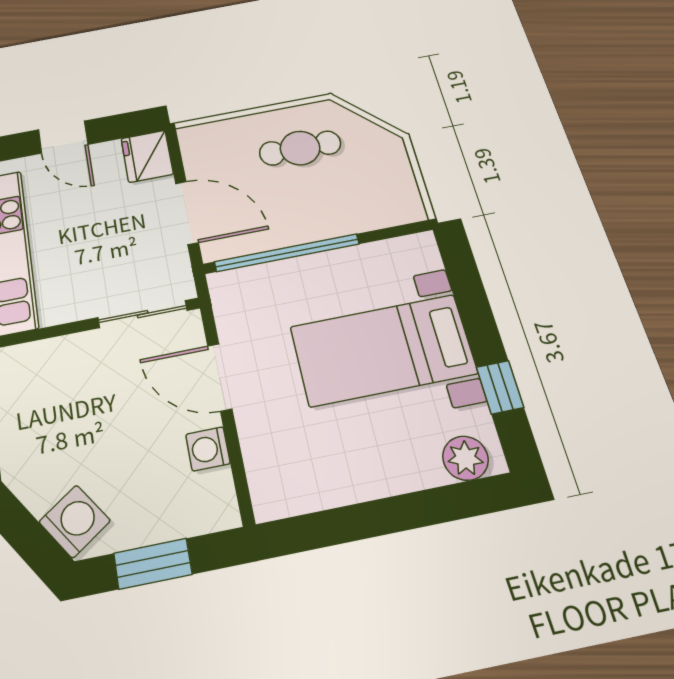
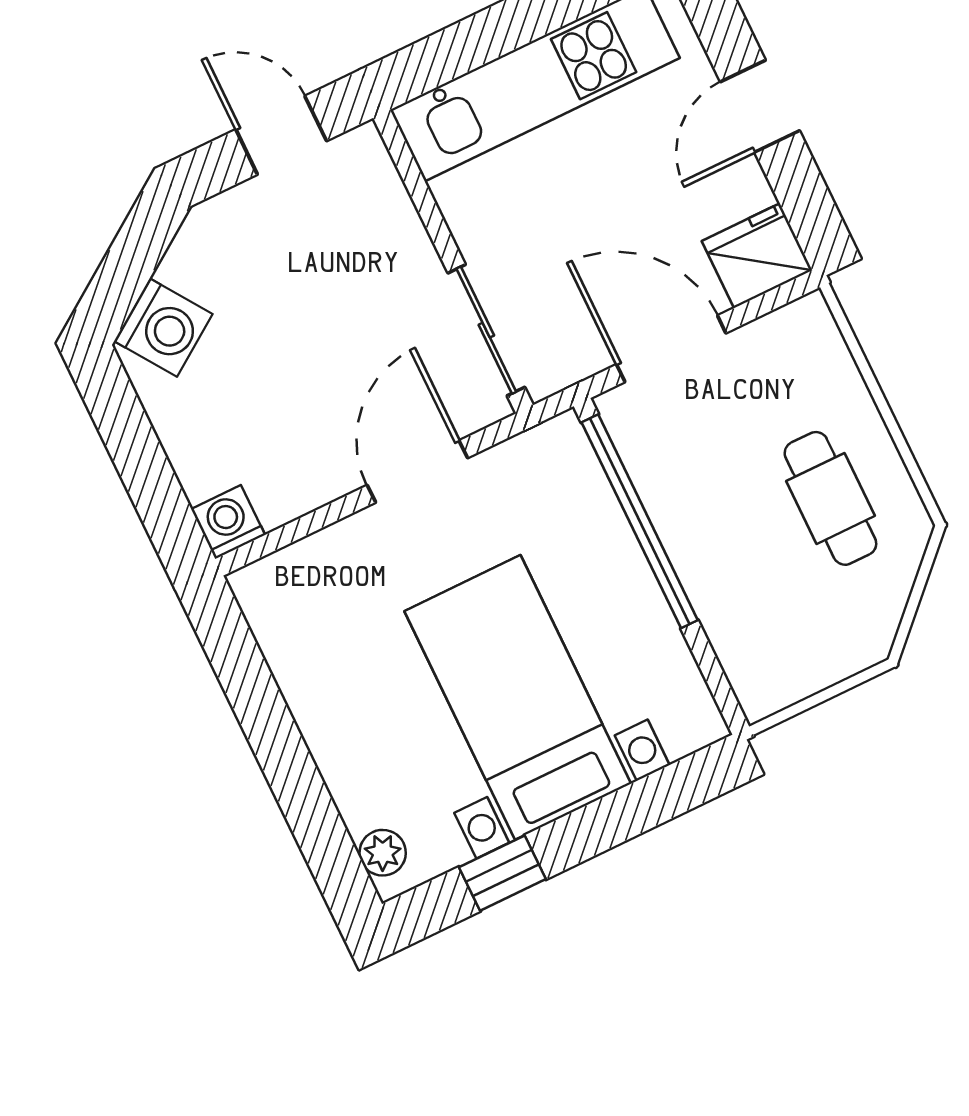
door: (187, 213) -> (671, 349), swing flipped
washing machine: (208, 449) -> (228, 522), moved
plant: (465, 458) -> (383, 853), width x0.73, depth x0.73
window: (153, 564) -> (136, 451), removed

